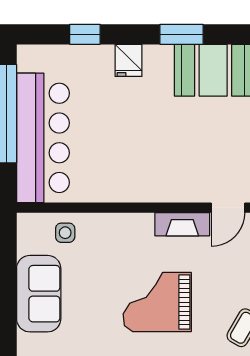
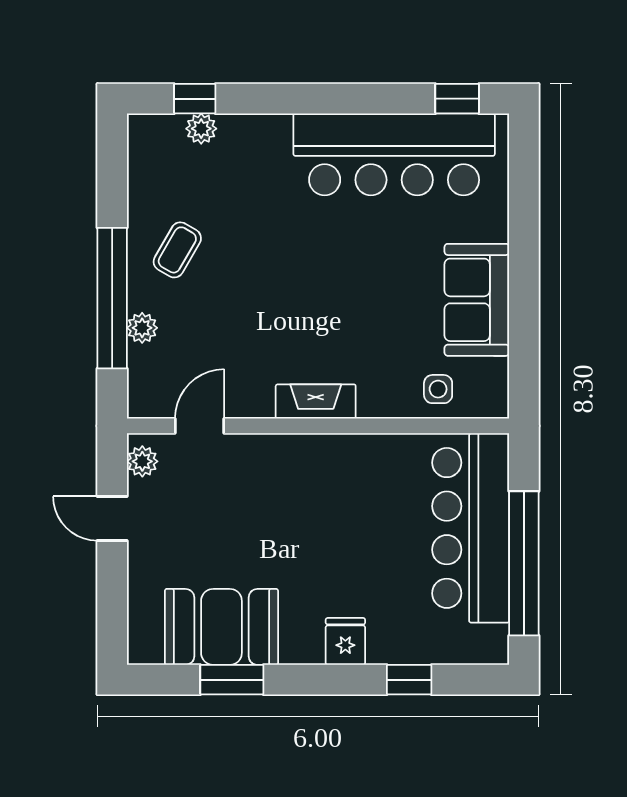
window: (182, 34) -> (232, 680), moved
fireplace: (182, 224) -> (316, 401), moved
grand piano: (157, 302) -> (303, 288), removed

